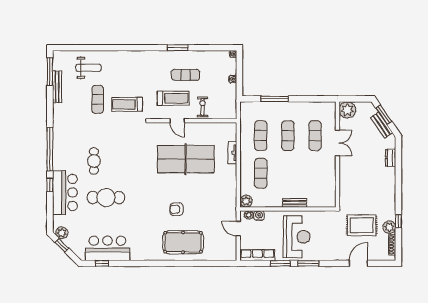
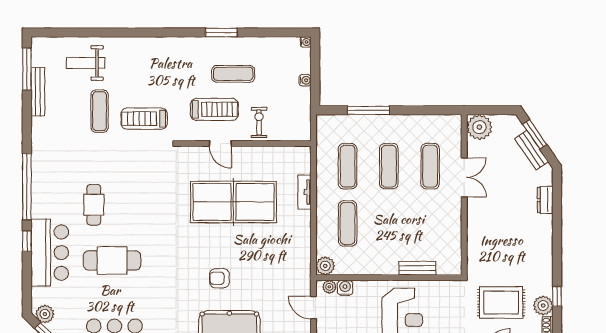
weight bench: (88, 68) -> (86, 63), turned 180
bench: (295, 203) -> (417, 268), moved

